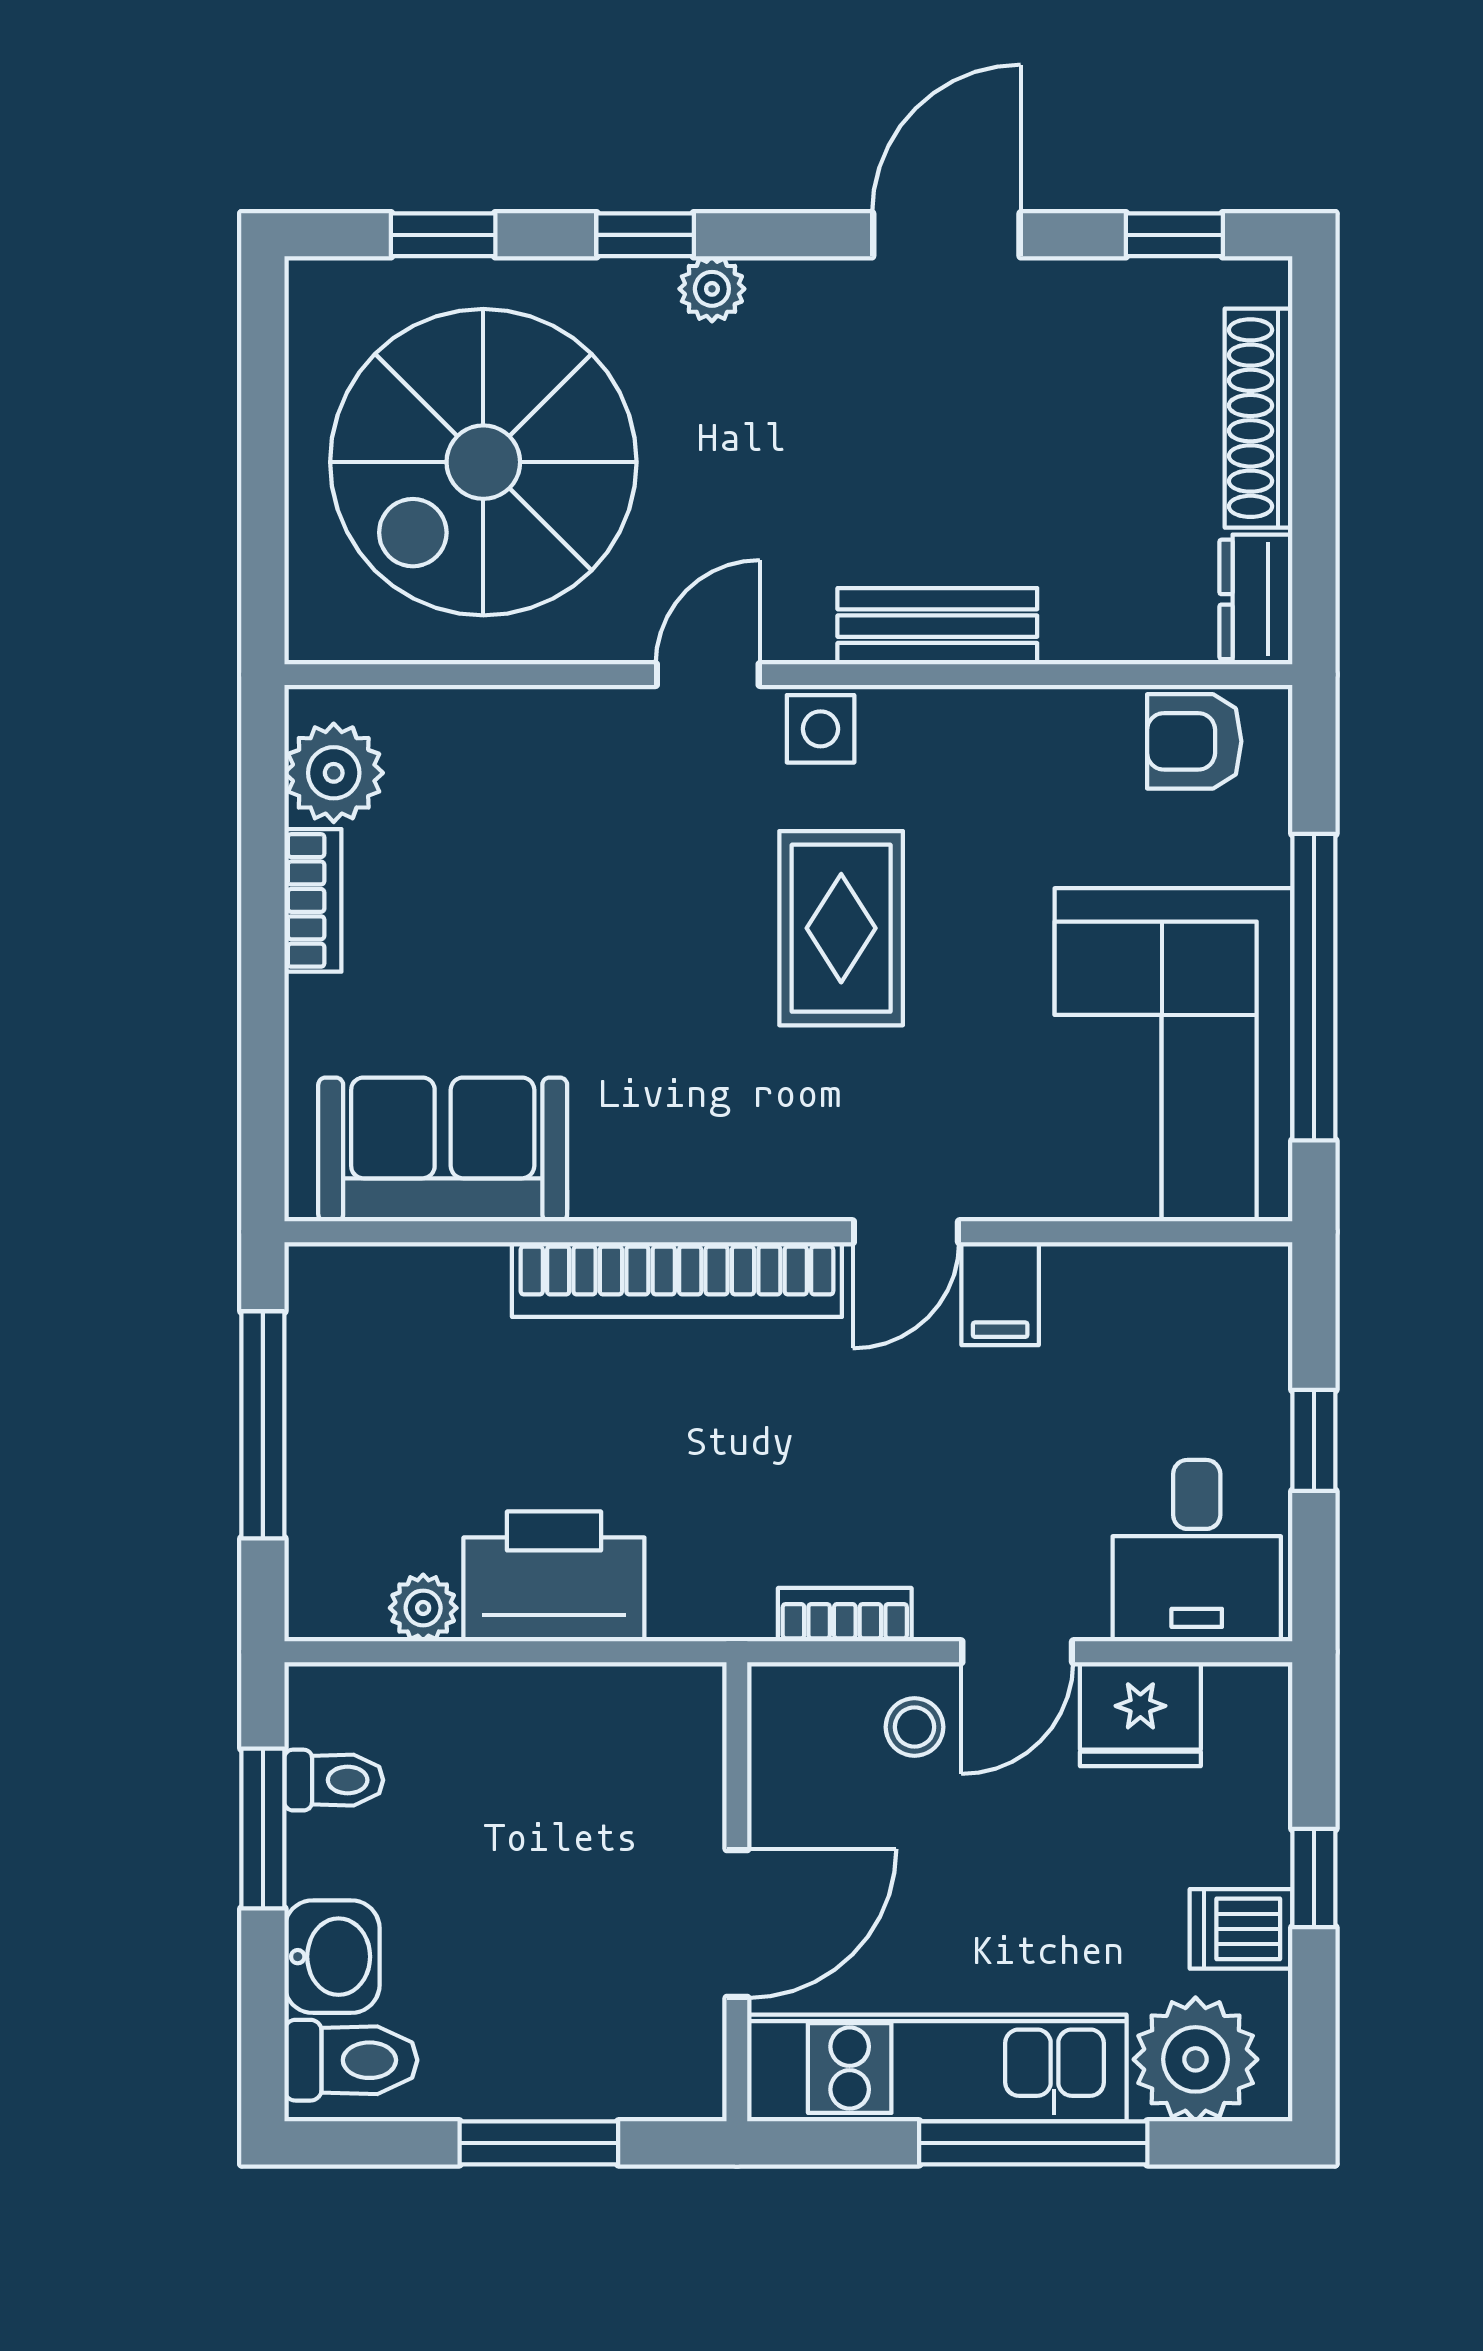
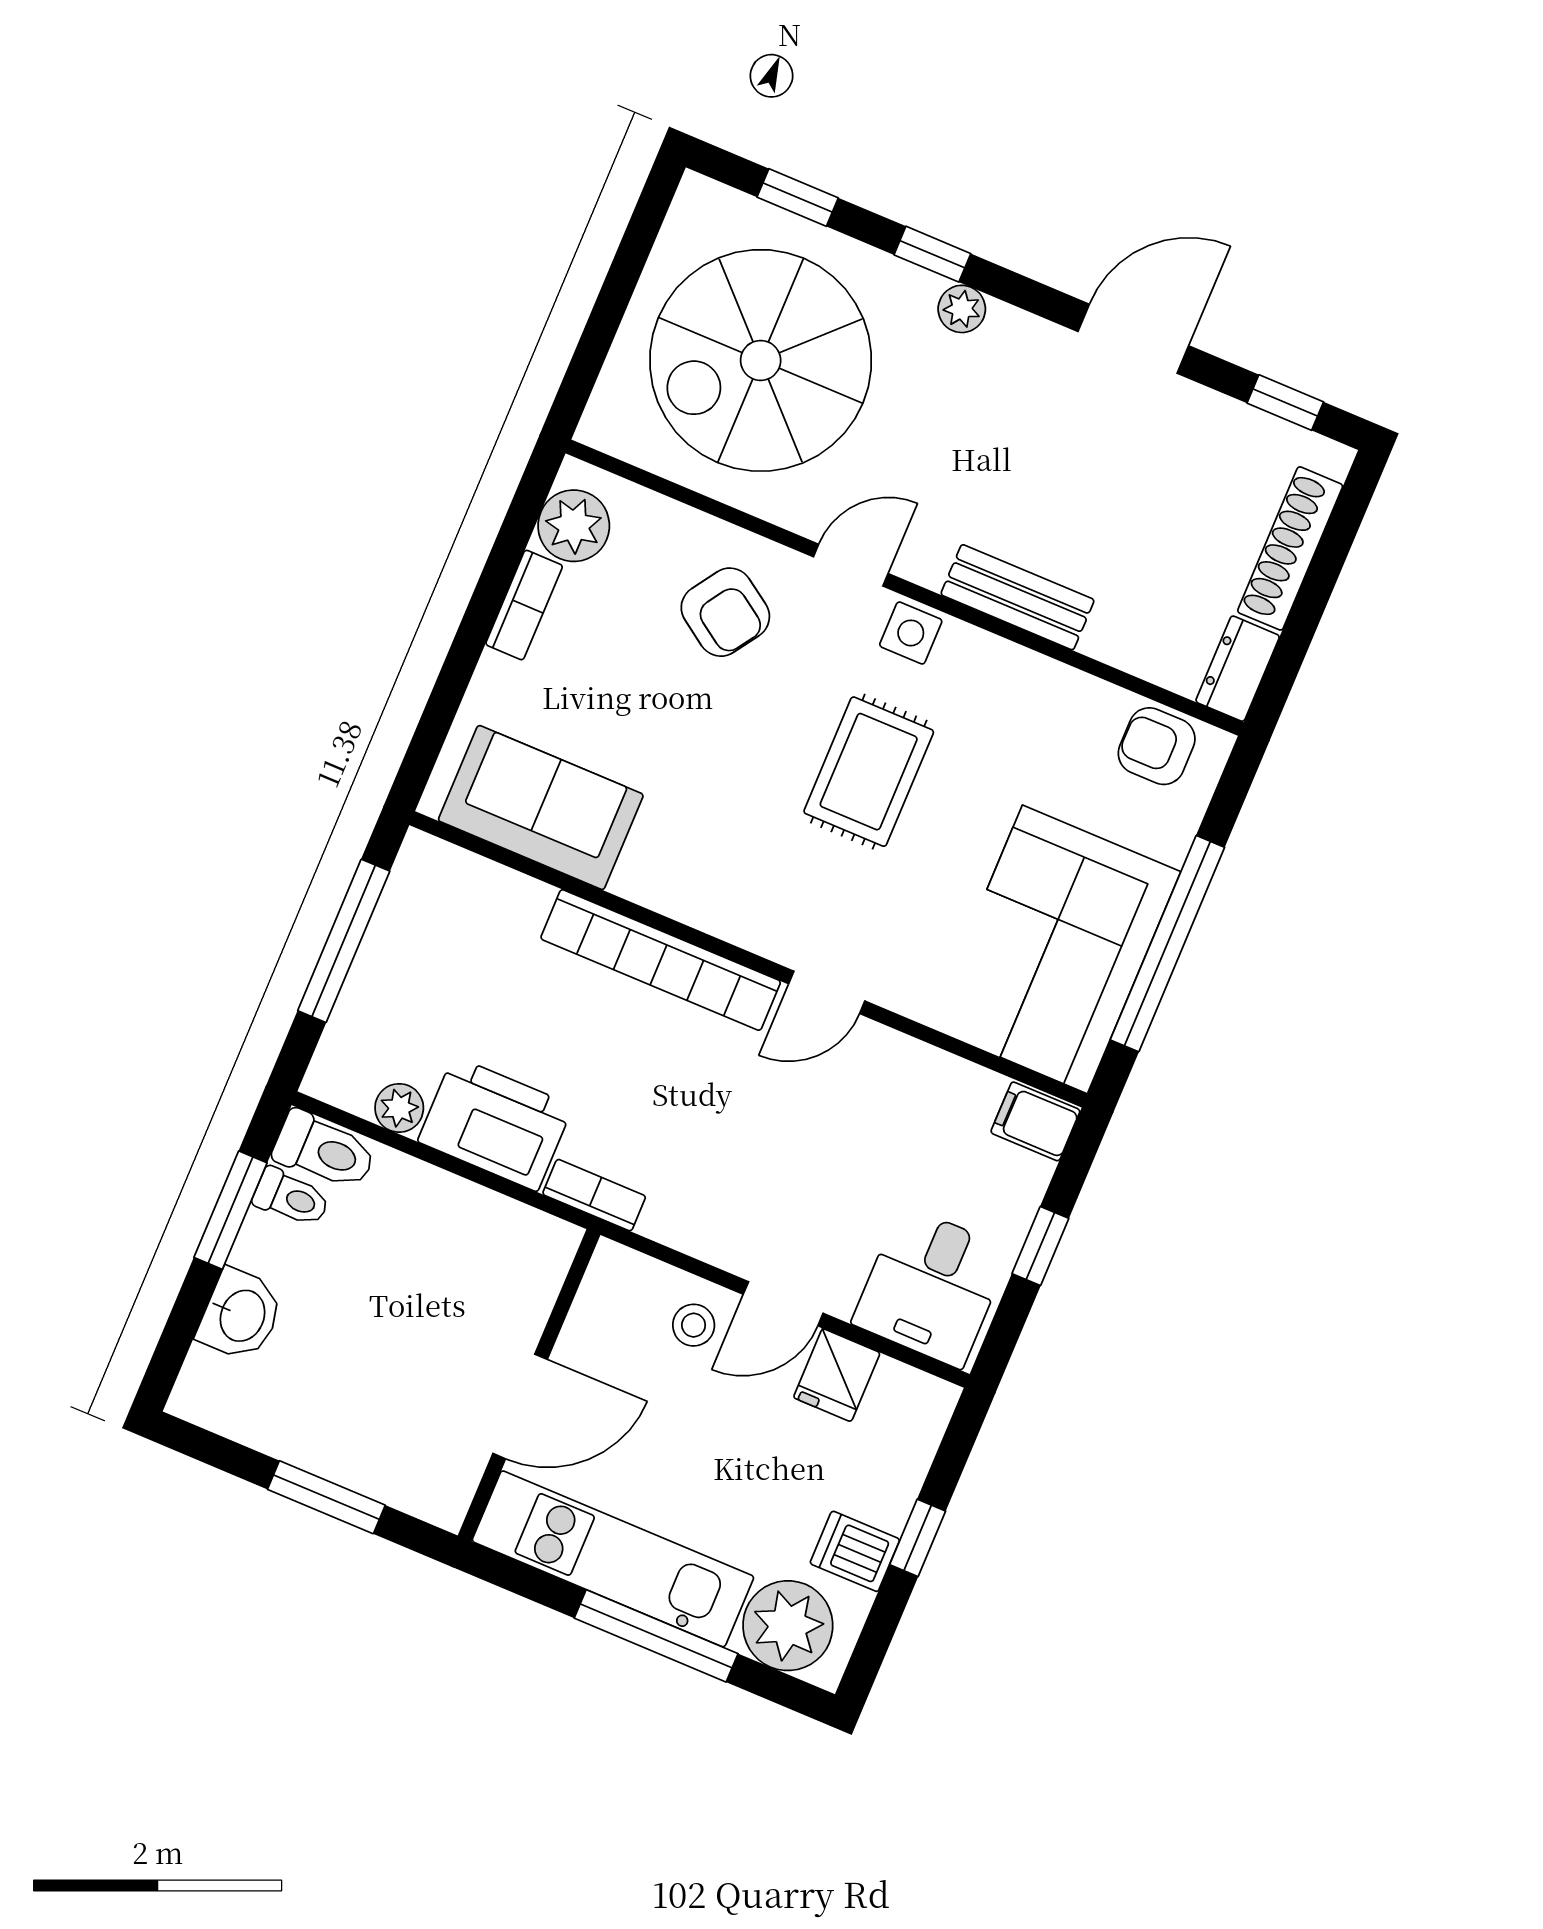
armchair: (573, 802) -> (725, 612), added
filing cabinet: (1000, 1294) -> (1035, 1121), moved, turned 90
bookcase: (845, 1615) -> (594, 1195), moved
fridge: (1140, 1714) -> (837, 1375), width x0.72
toilet: (351, 2060) -> (324, 1151), moved

